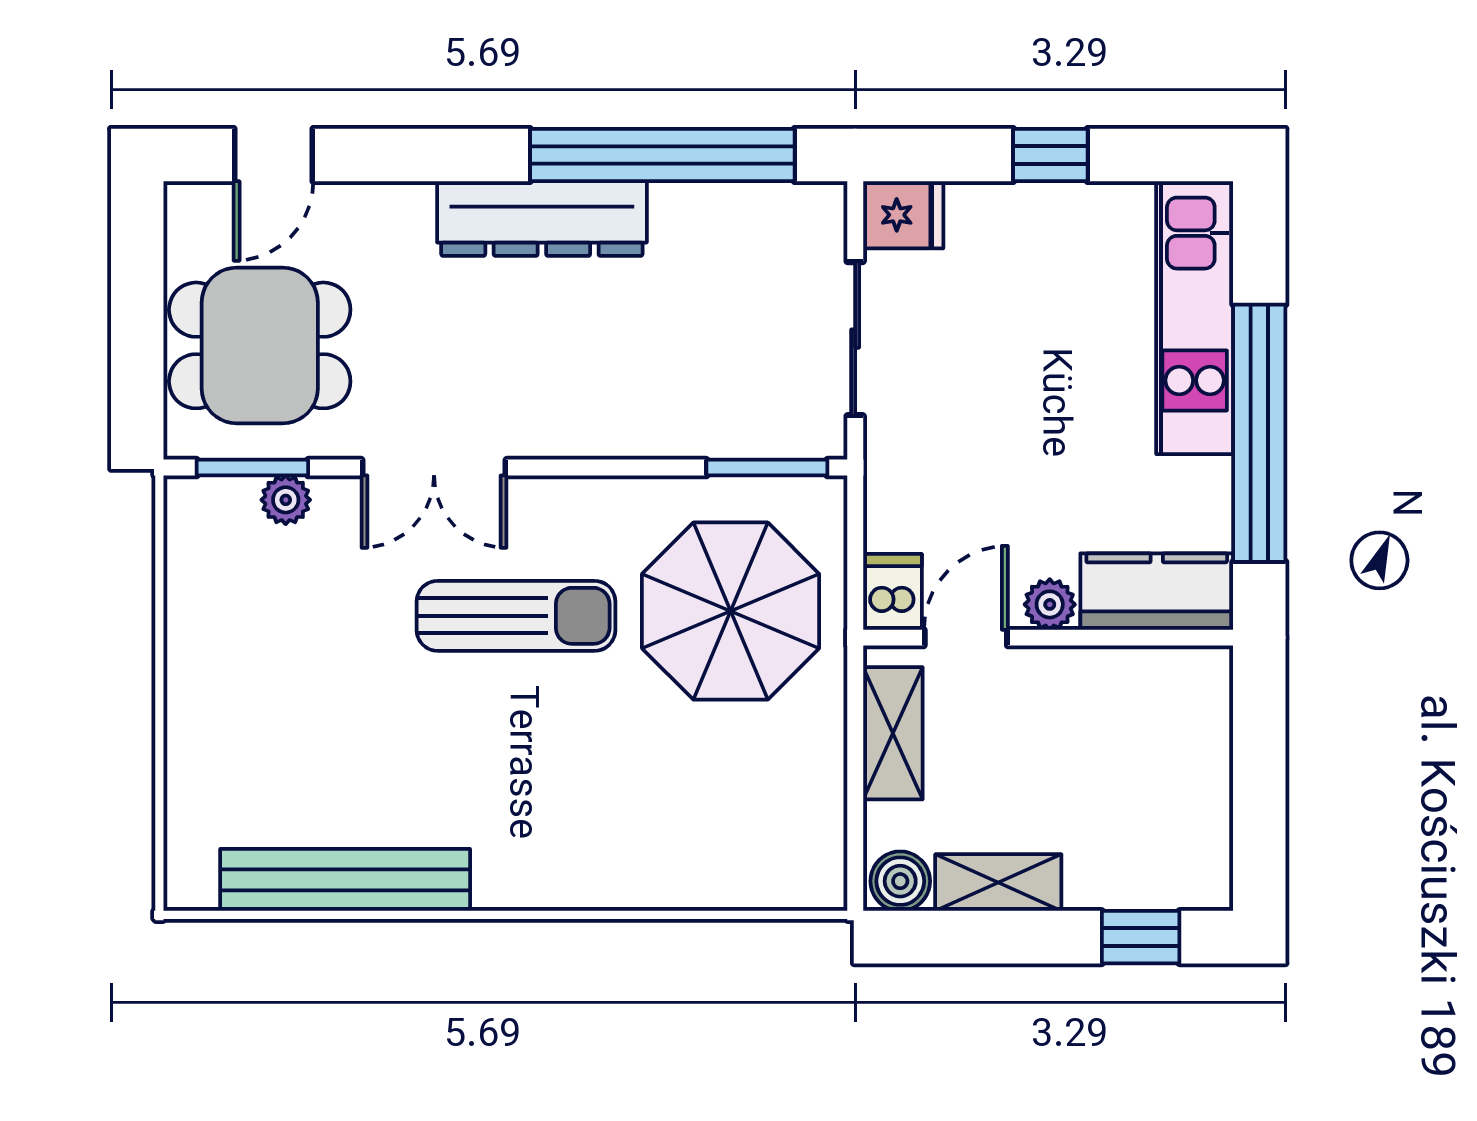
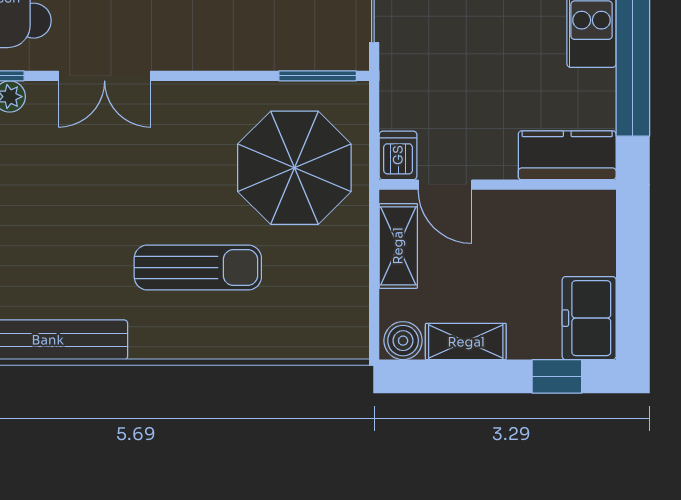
plant: (1050, 604) -> (499, 163), removed
sun lounger: (516, 616) -> (198, 268), moved
door: (966, 638) -> (445, 185), swing flipped
freezer: (1191, 846) -> (589, 318), added

